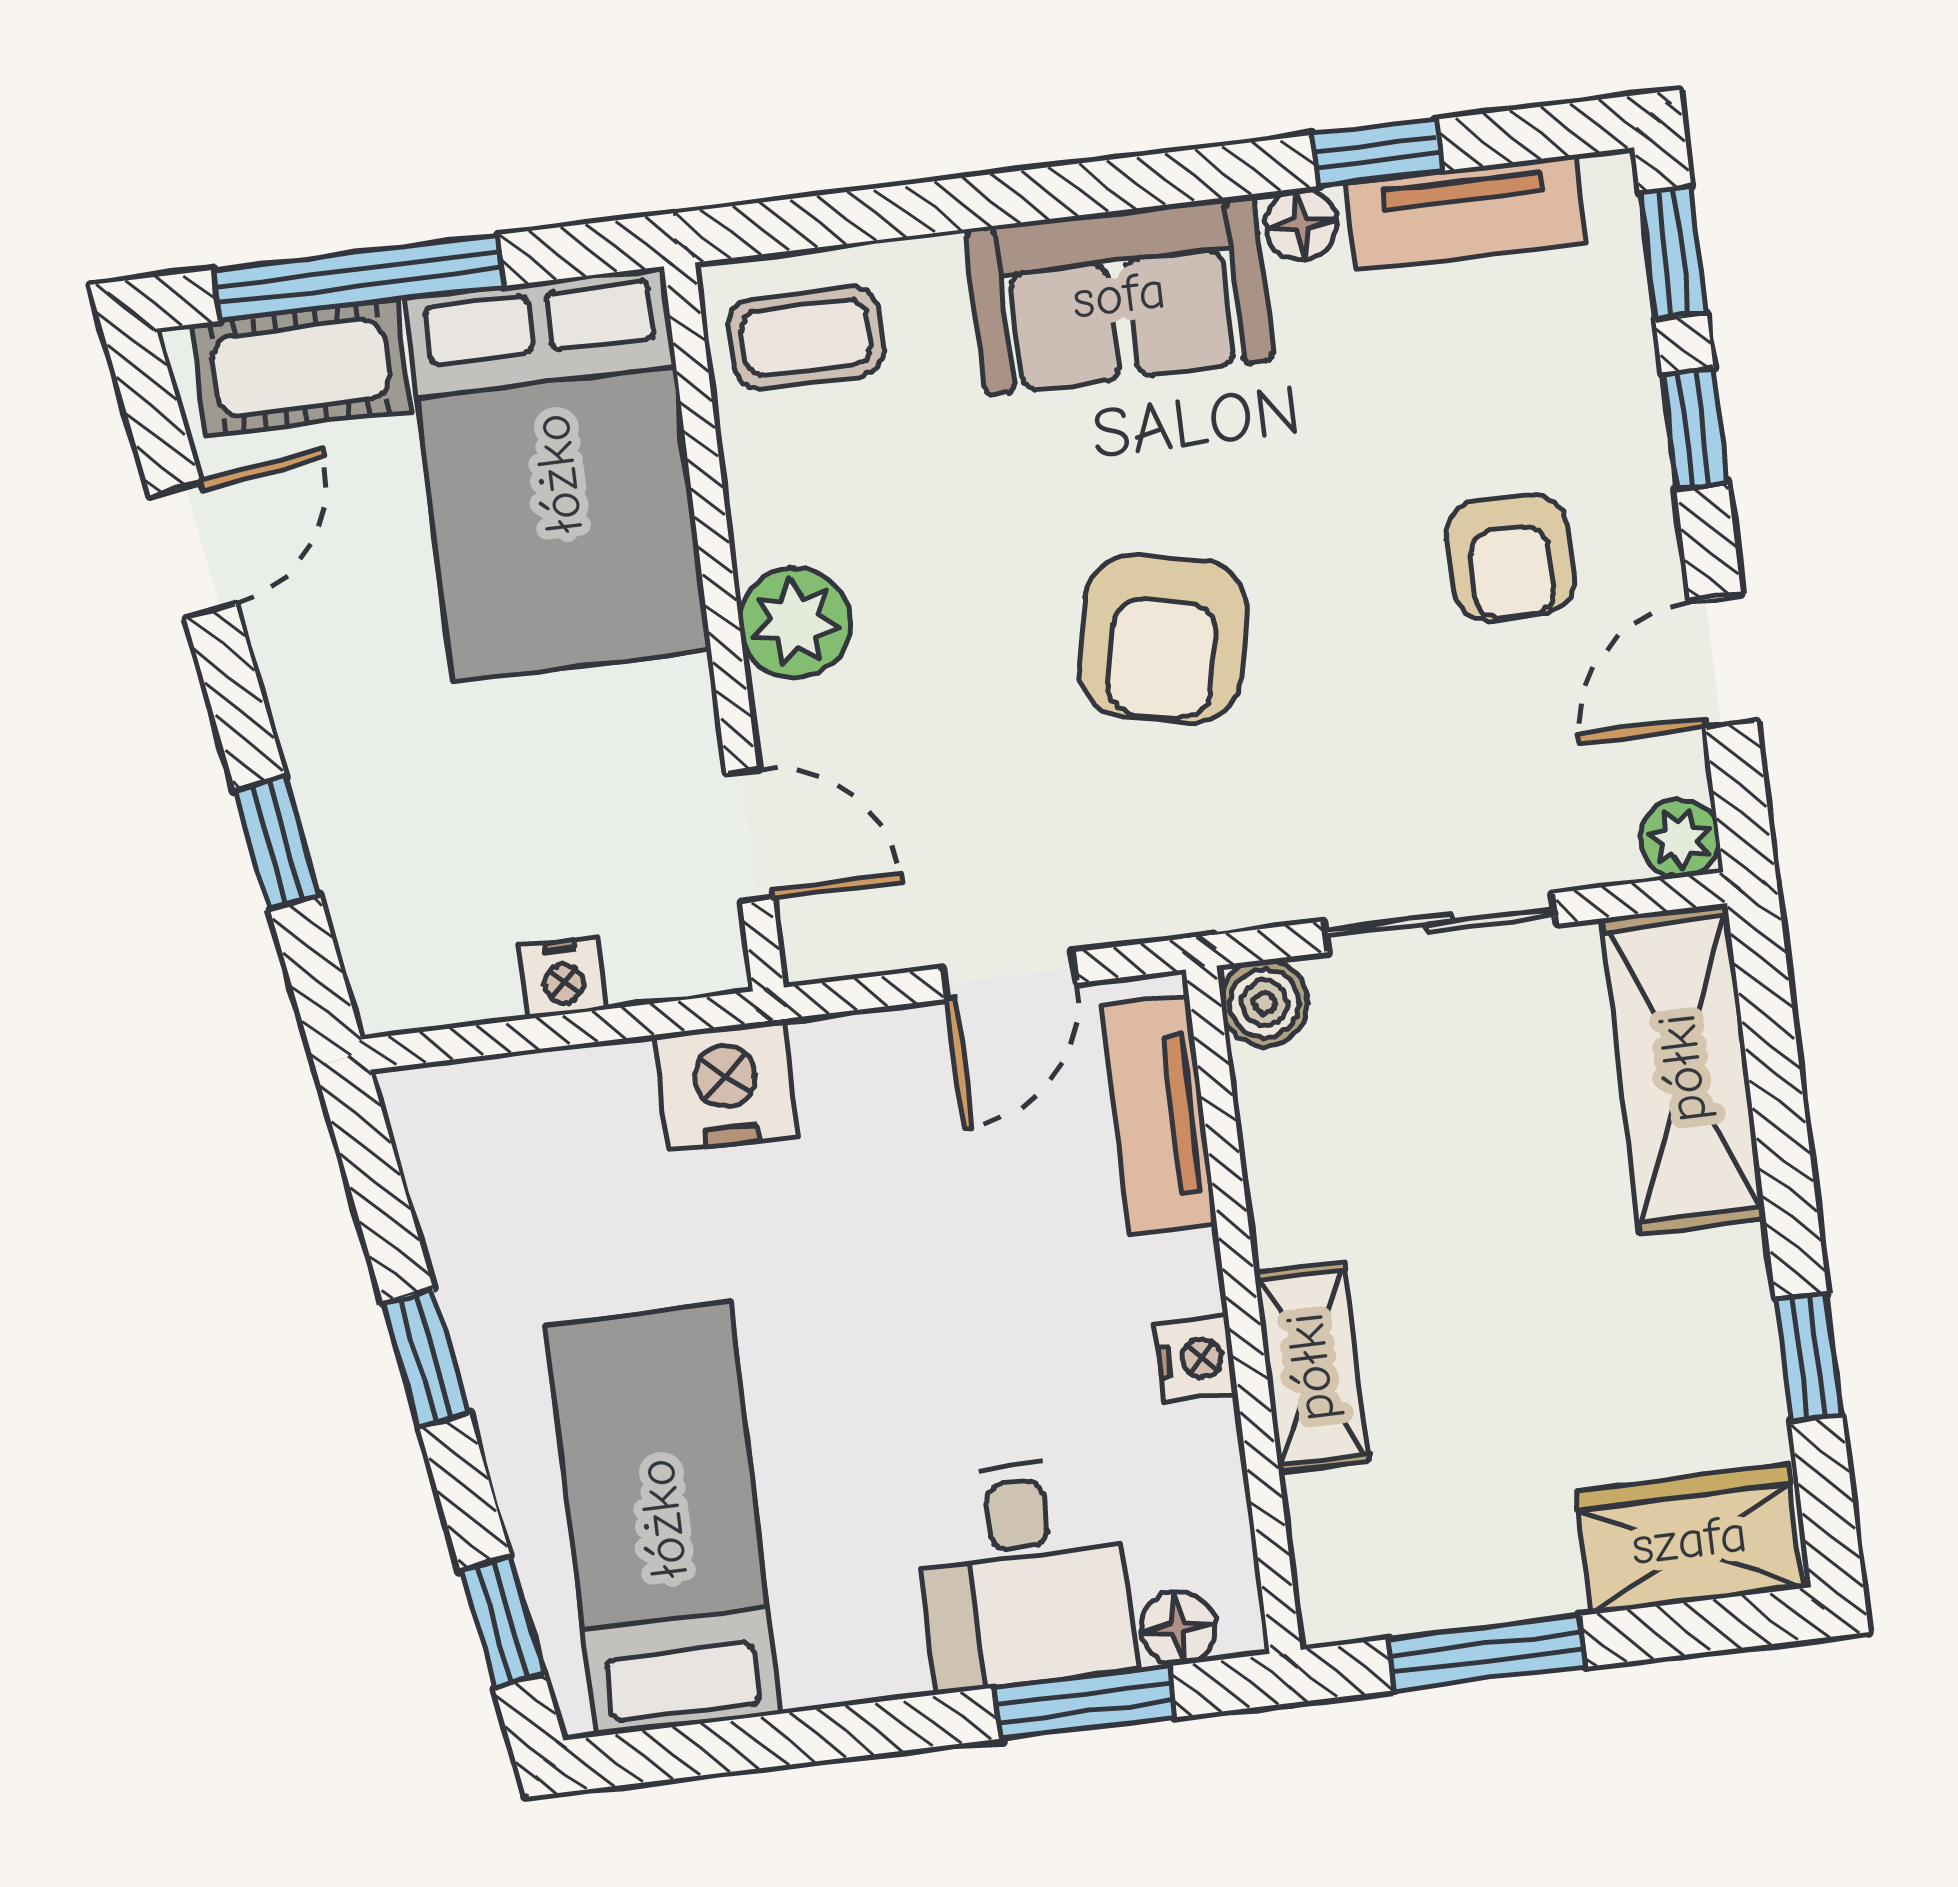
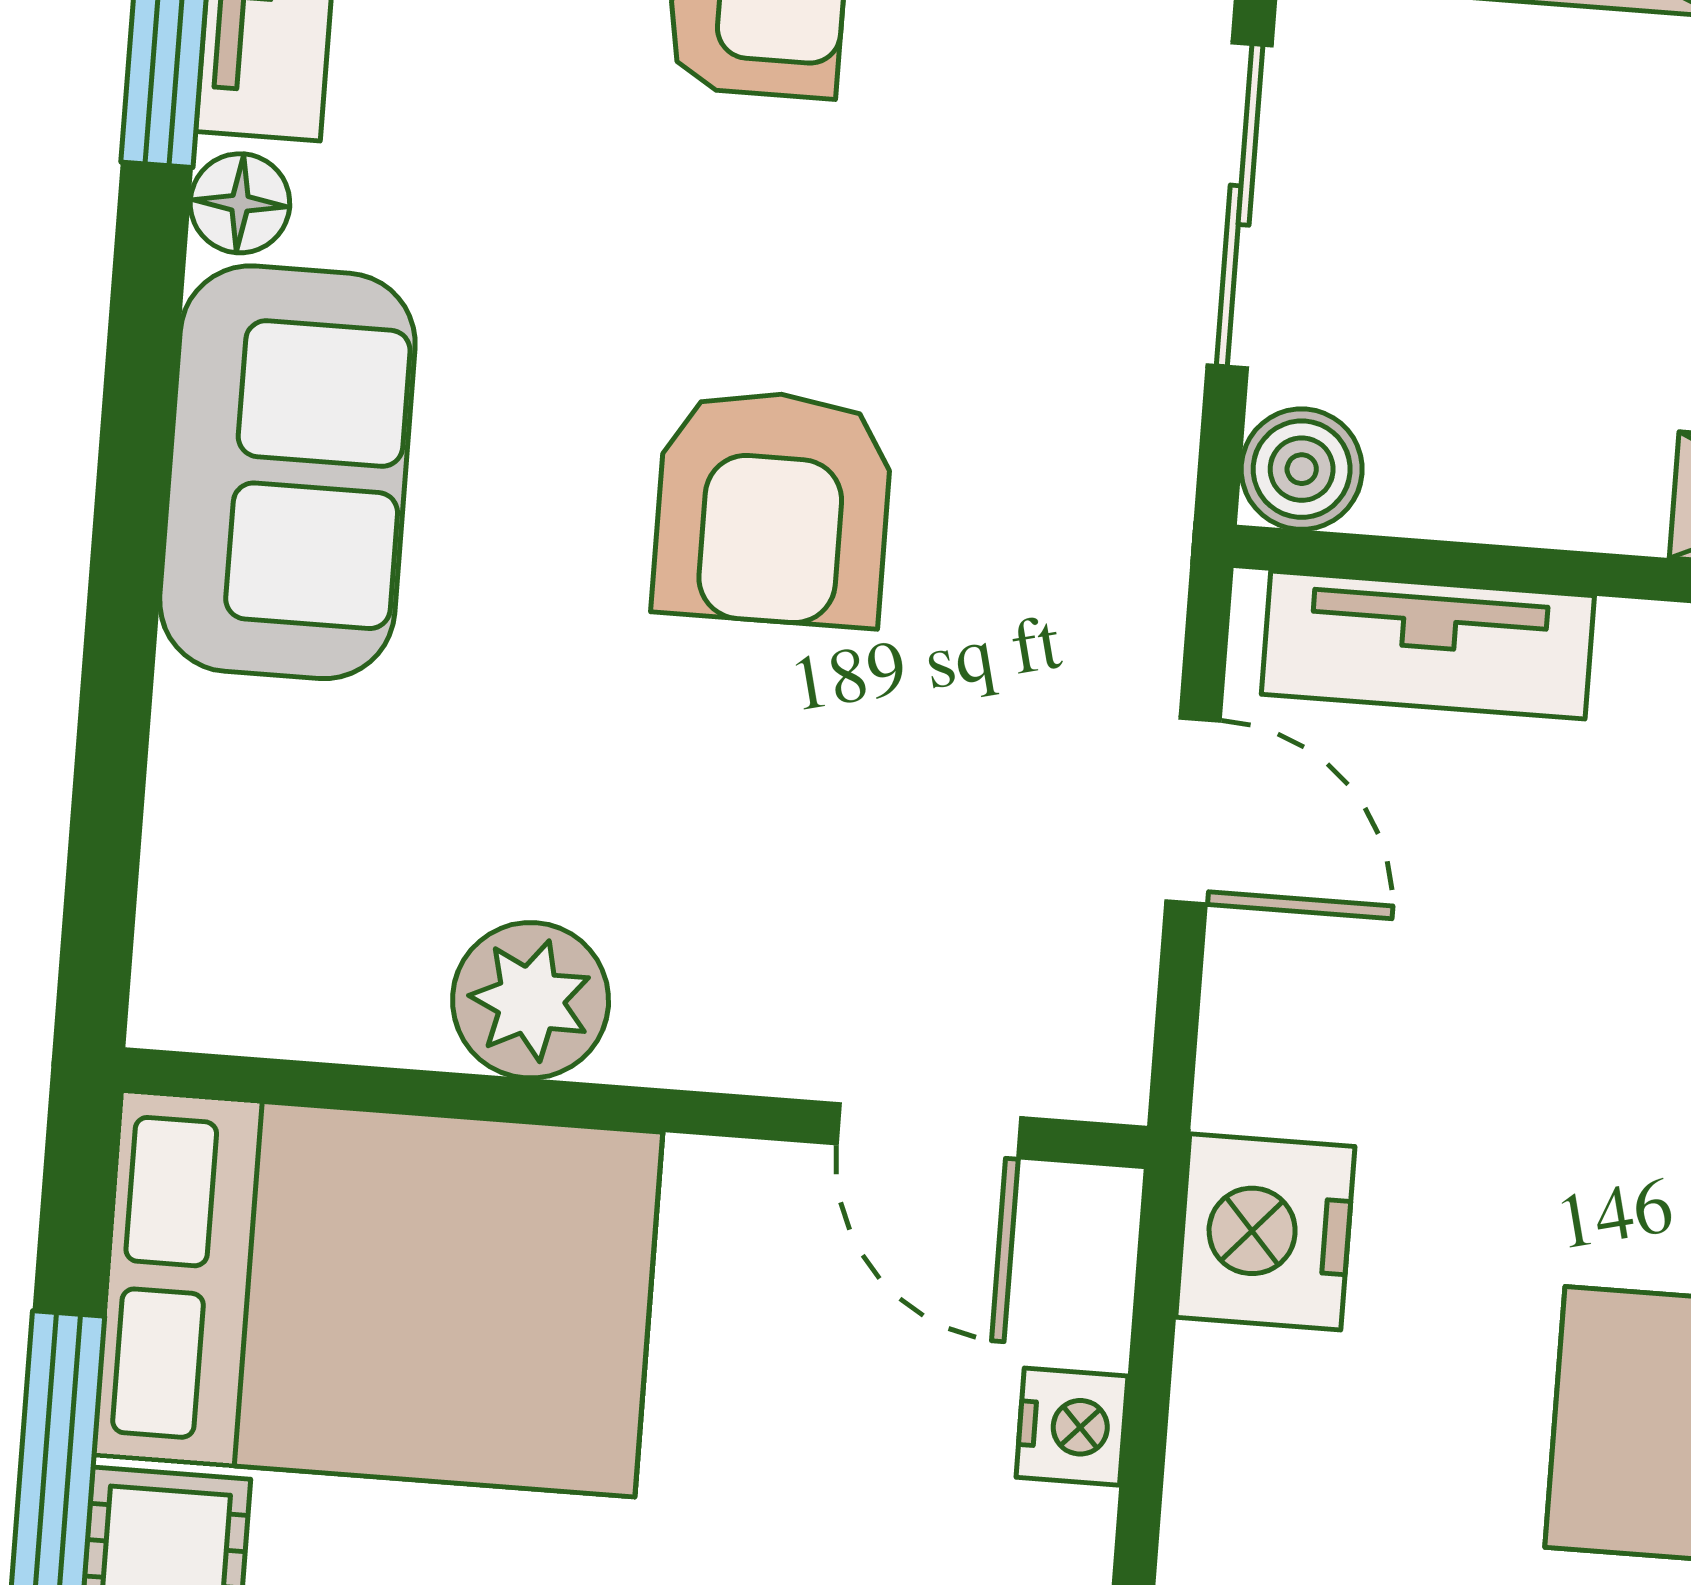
coffee table: (806, 338) -> (259, 915), removed
plant: (795, 623) -> (531, 1000), moved
armchair: (1163, 639) -> (773, 507), turned 78
door: (750, 836) -> (929, 1131), swing flipped

